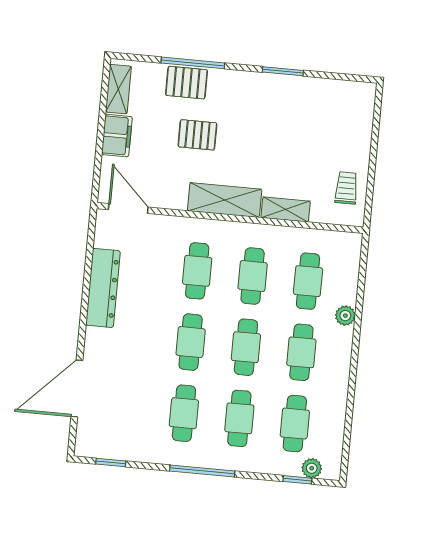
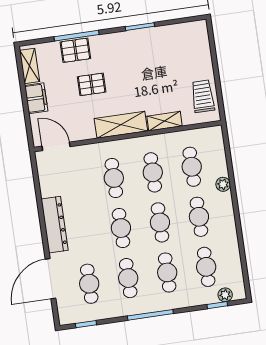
trolley: (346, 188) -> (203, 96), width x1.36, depth x1.39
dresser: (103, 288) -> (55, 225), moved
cafe table: (129, 408) -> (89, 284), added

